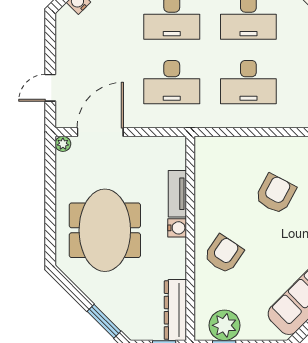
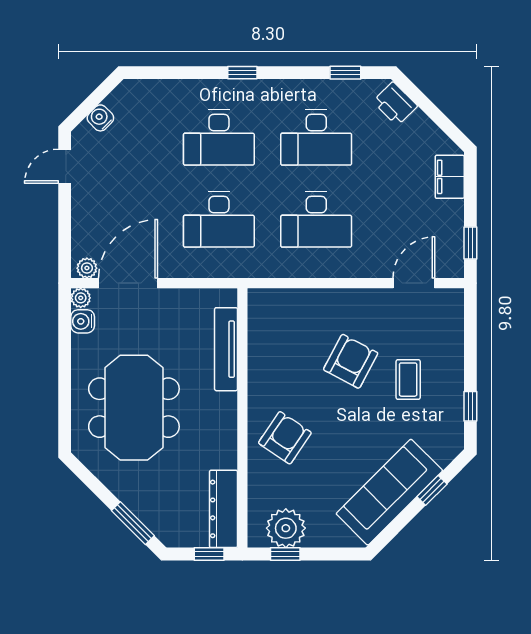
door: (50, 88) -> (65, 166), moved
plant: (68, 120) -> (87, 268), added
tv unit: (177, 194) -> (226, 349), width x1.41
water cooler: (177, 228) -> (83, 321), moved, turned 180

